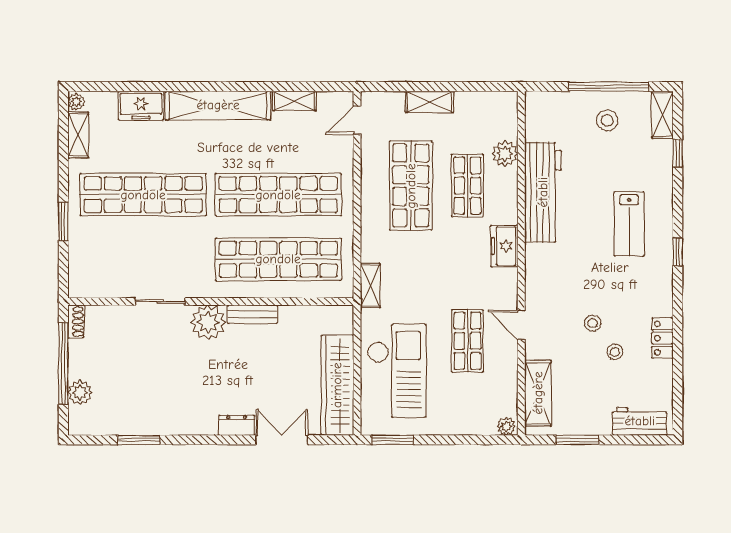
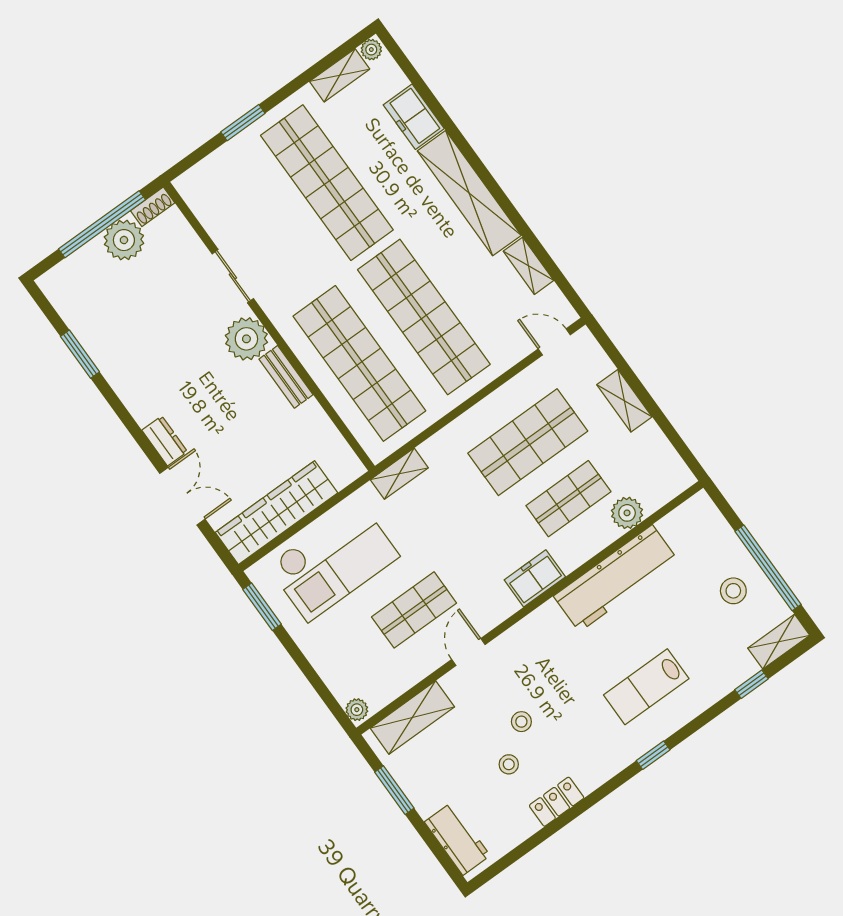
plant: (80, 392) -> (124, 240), moved, width x1.36, depth x1.36

